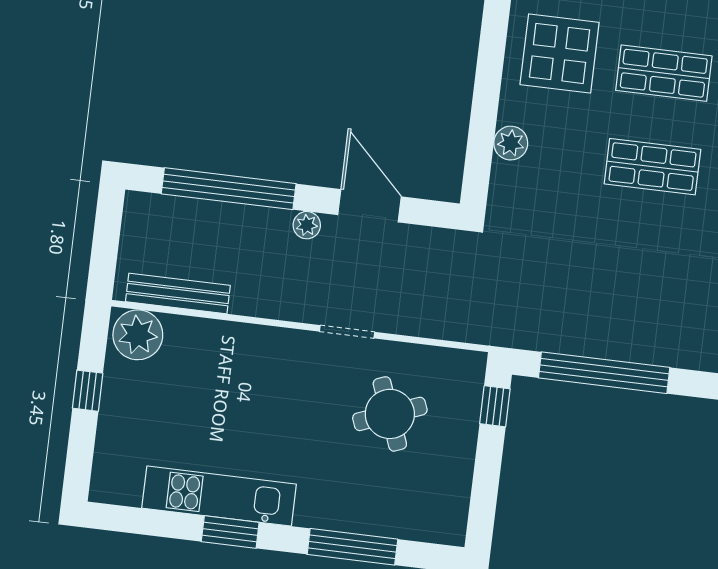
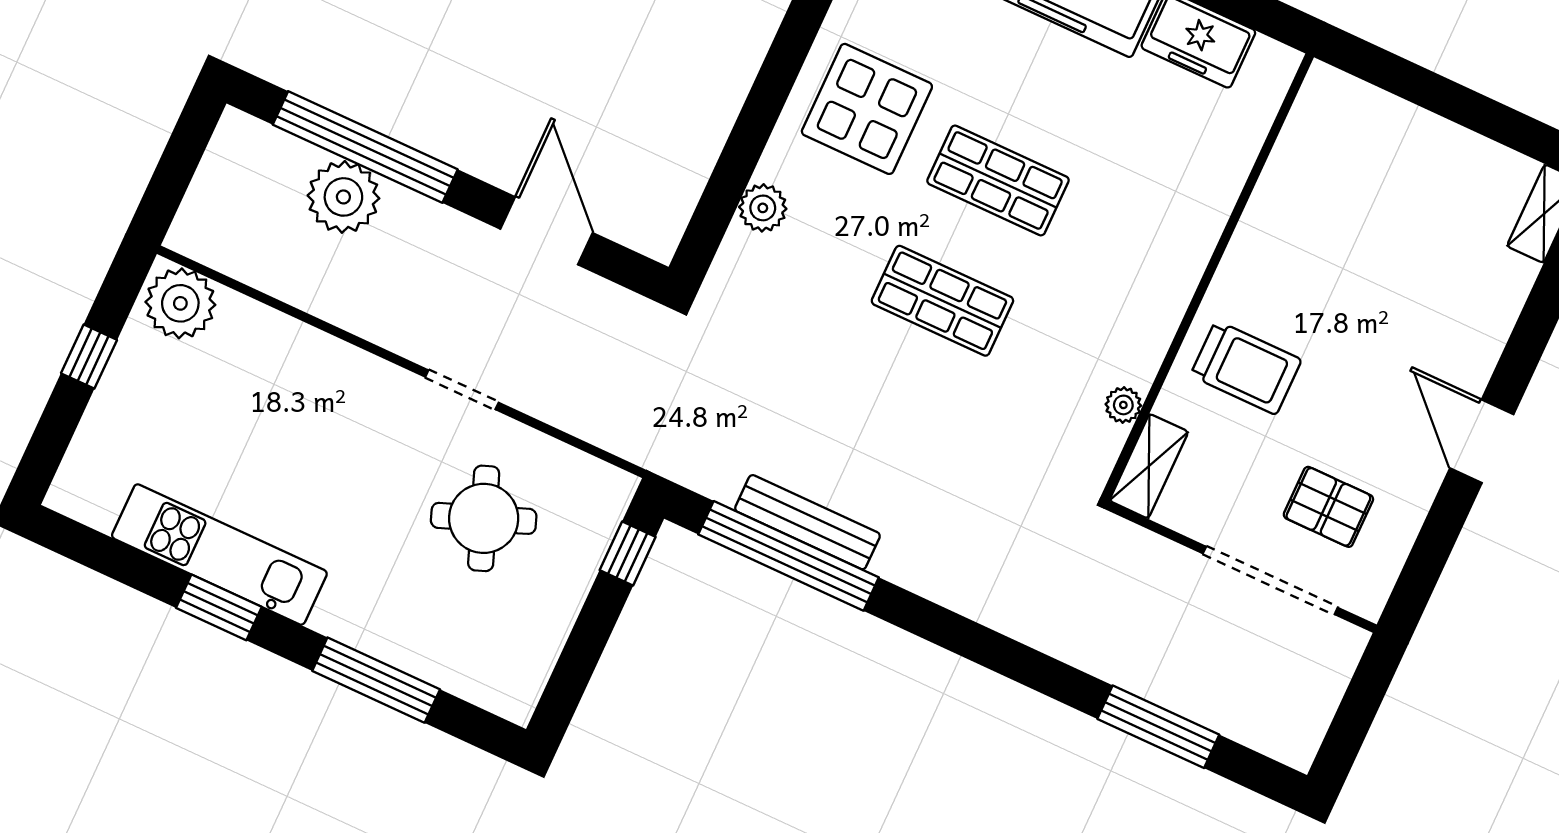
plant: (307, 225) -> (343, 197), moved, width x1.88, depth x1.88
bench: (178, 294) -> (807, 522), moved

